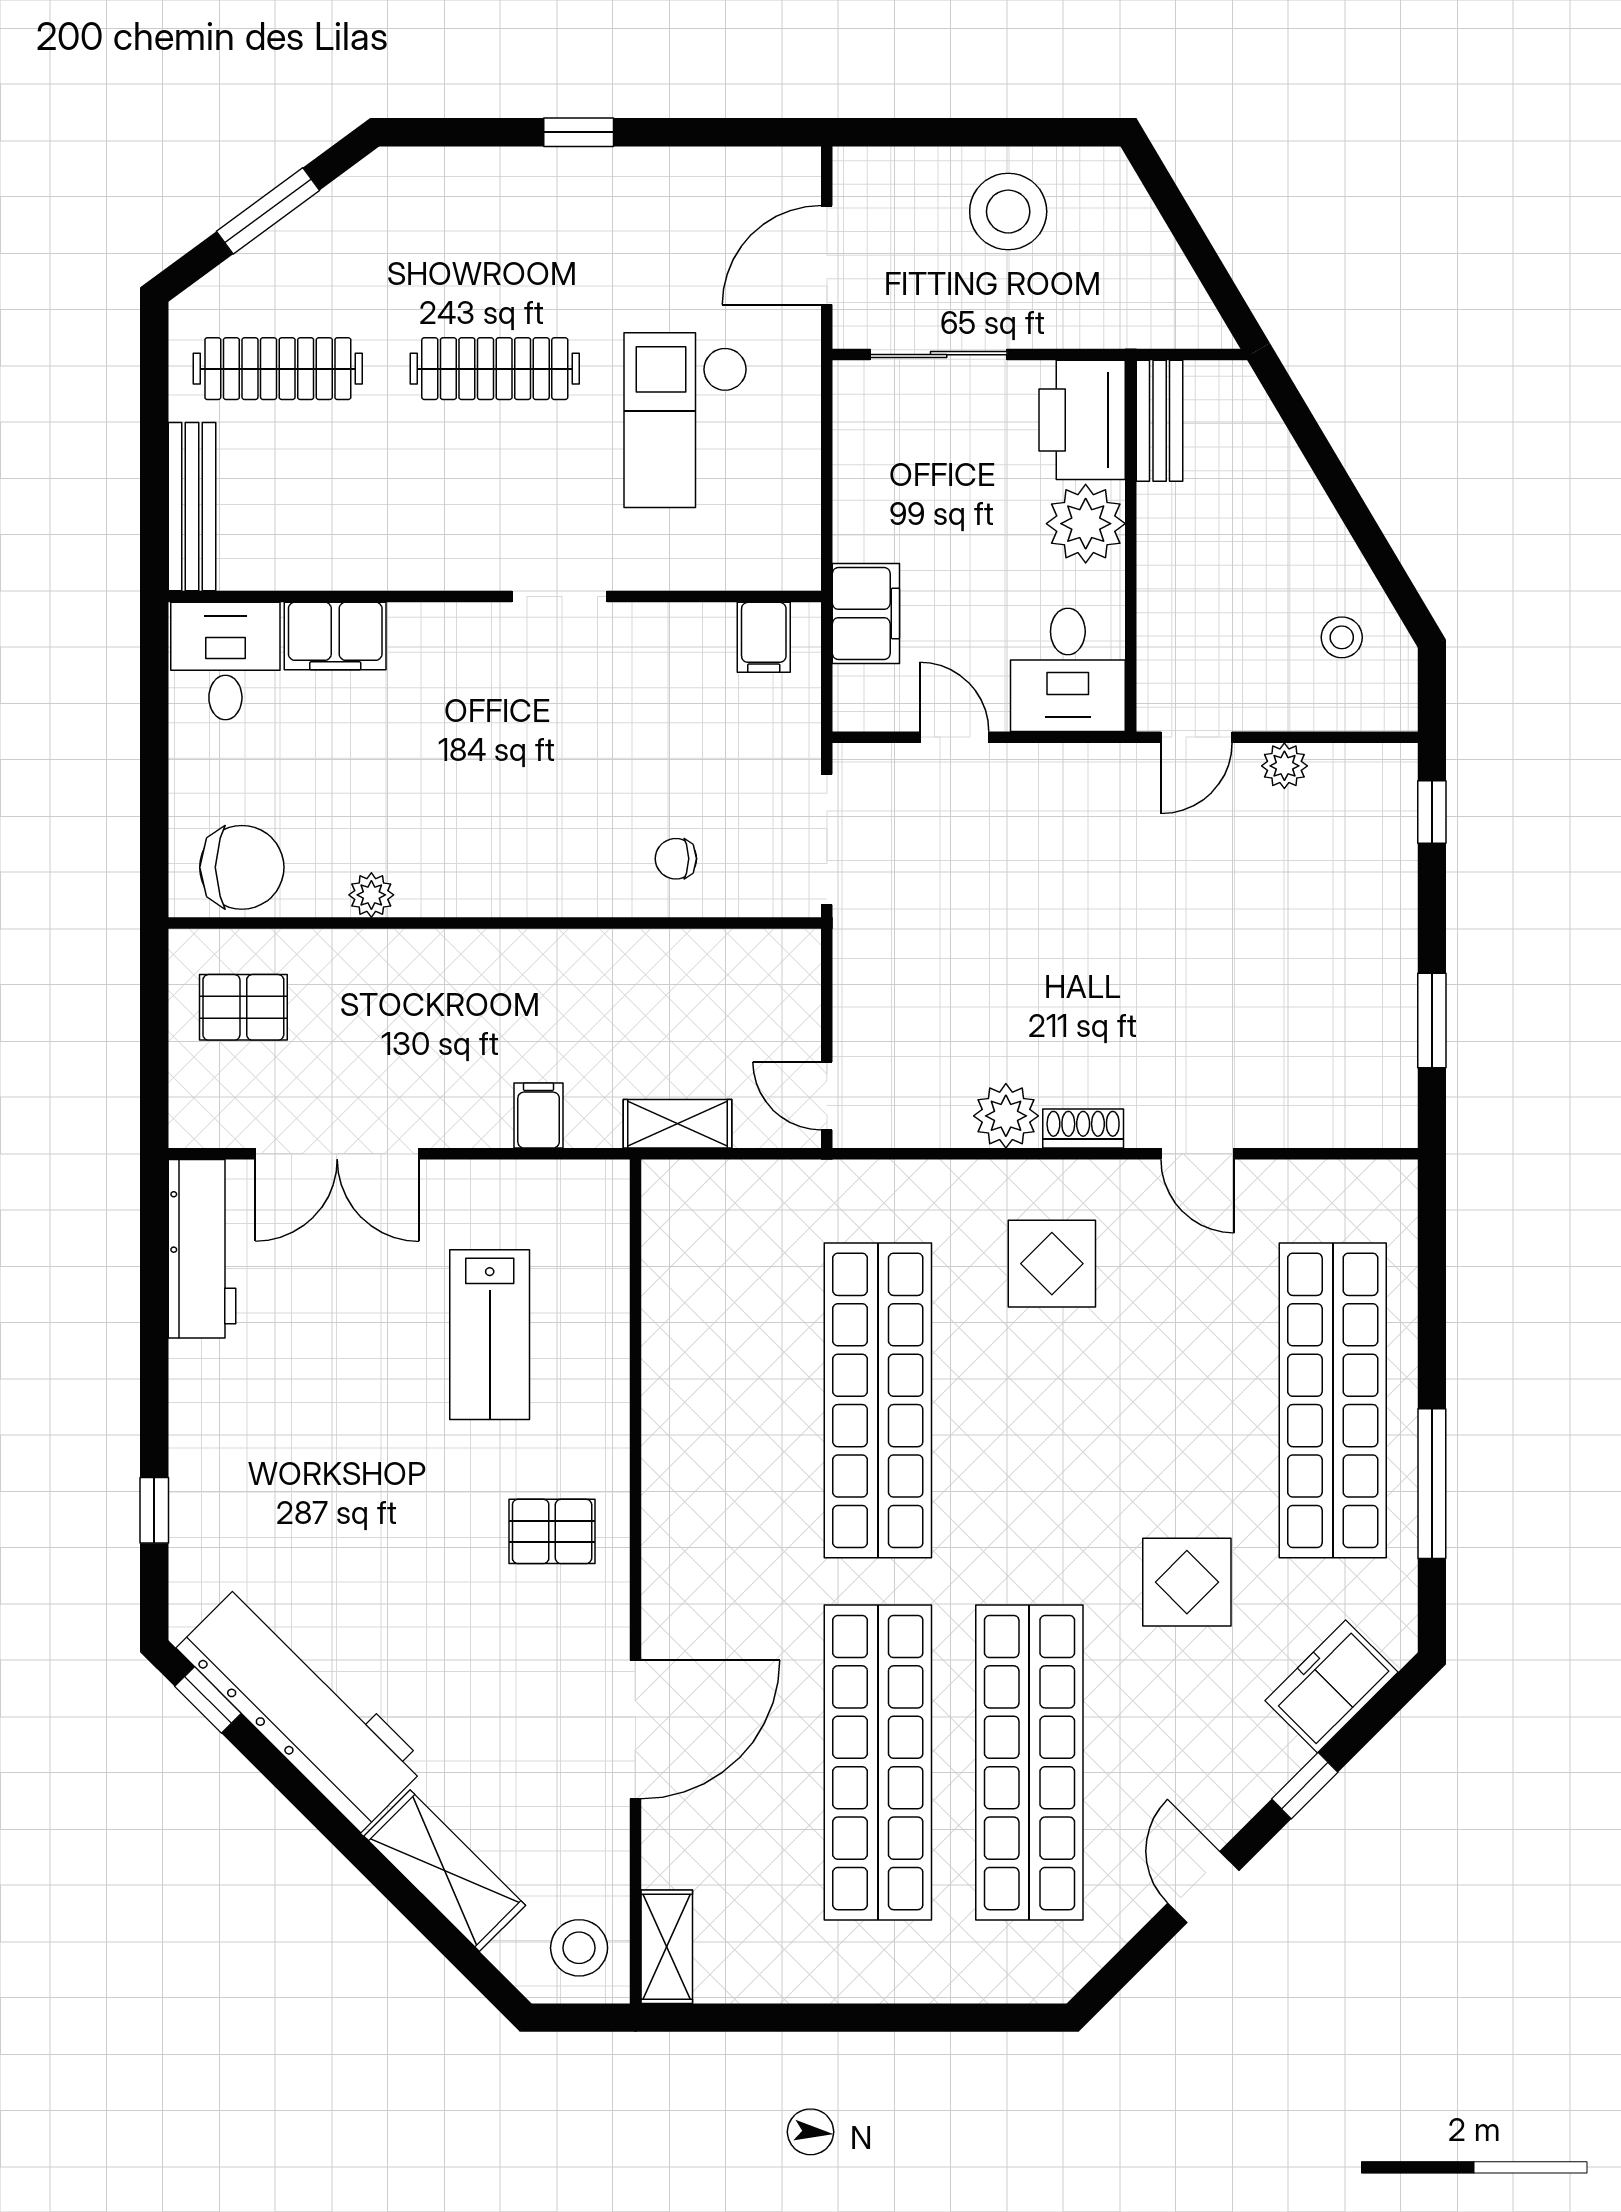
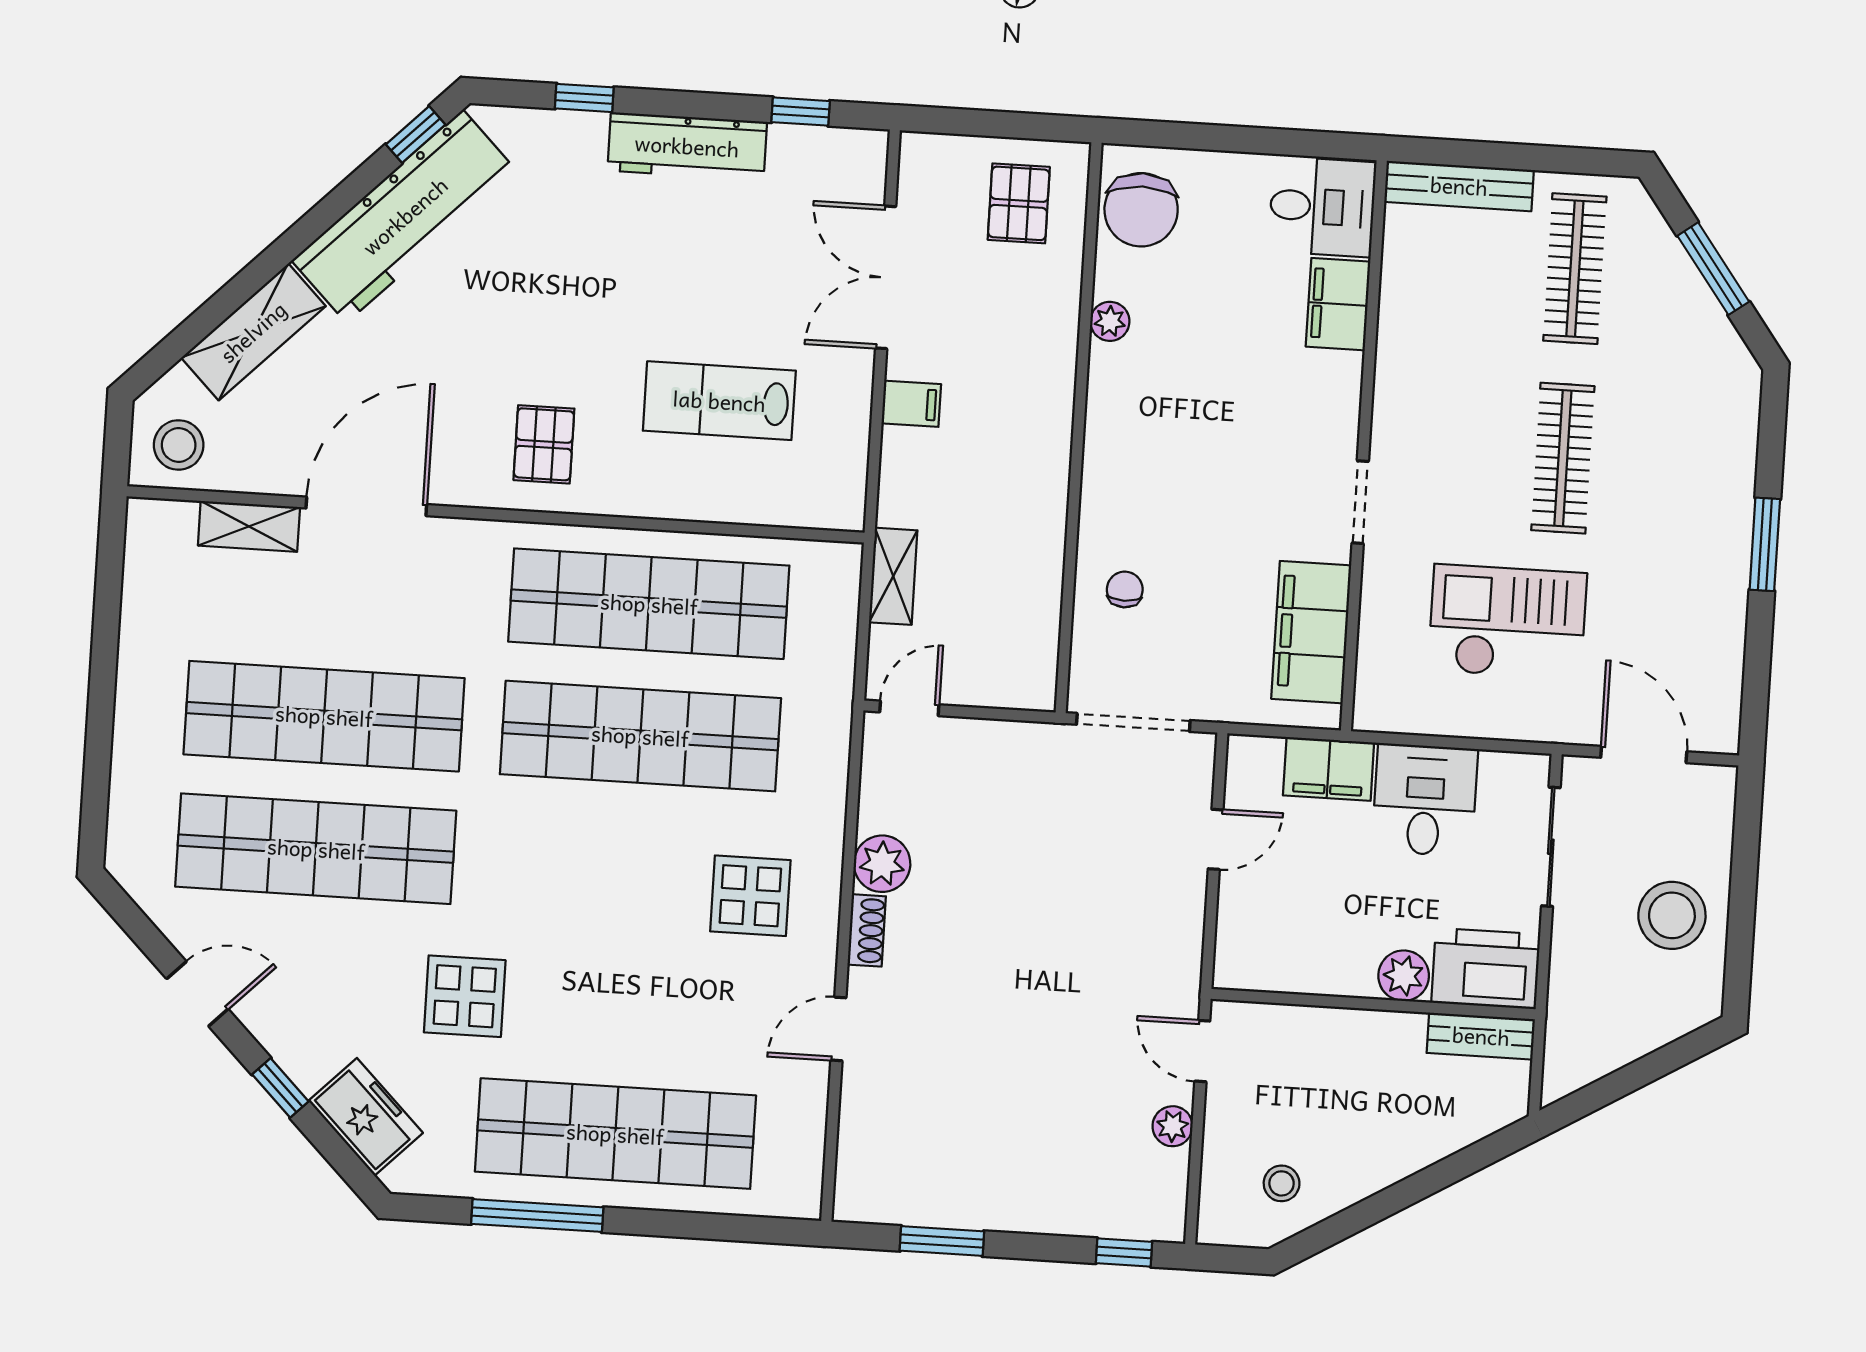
window: (579, 132) -> (1765, 544), width x1.50
plant: (1086, 524) -> (1404, 976), width x0.73, depth x0.73
filing cabinet: (764, 637) -> (1311, 632), width x3.00, depth x1.17
desk: (1068, 670) -> (1425, 800), moved, turned 90
filing cabinet: (539, 1115) -> (911, 404), moved
workbench: (202, 1249) -> (687, 146), moved
window: (154, 1263) -> (801, 112), added
shop shelf: (726, 1400) -> (649, 604), added
door: (635, 1729) -> (366, 506), swing flipped
shelving: (667, 1947) -> (249, 526), moved

